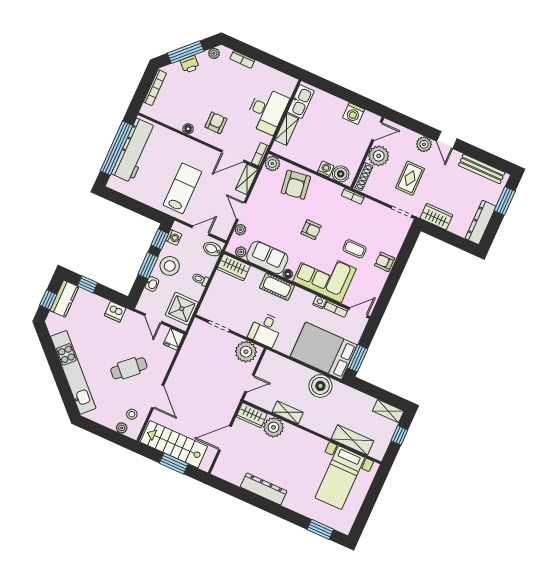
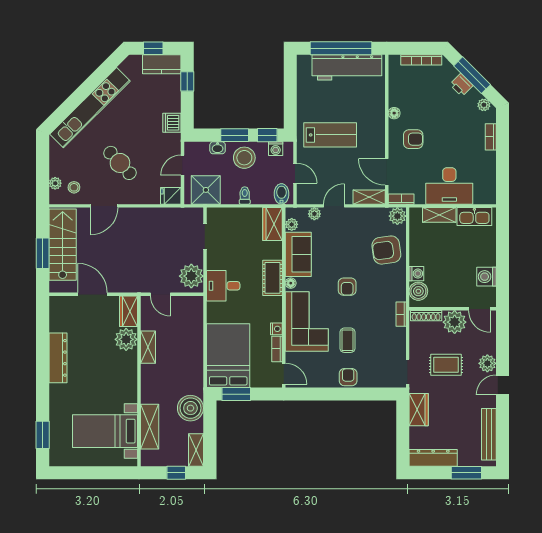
boiler: (320, 386) -> (190, 408), moved

